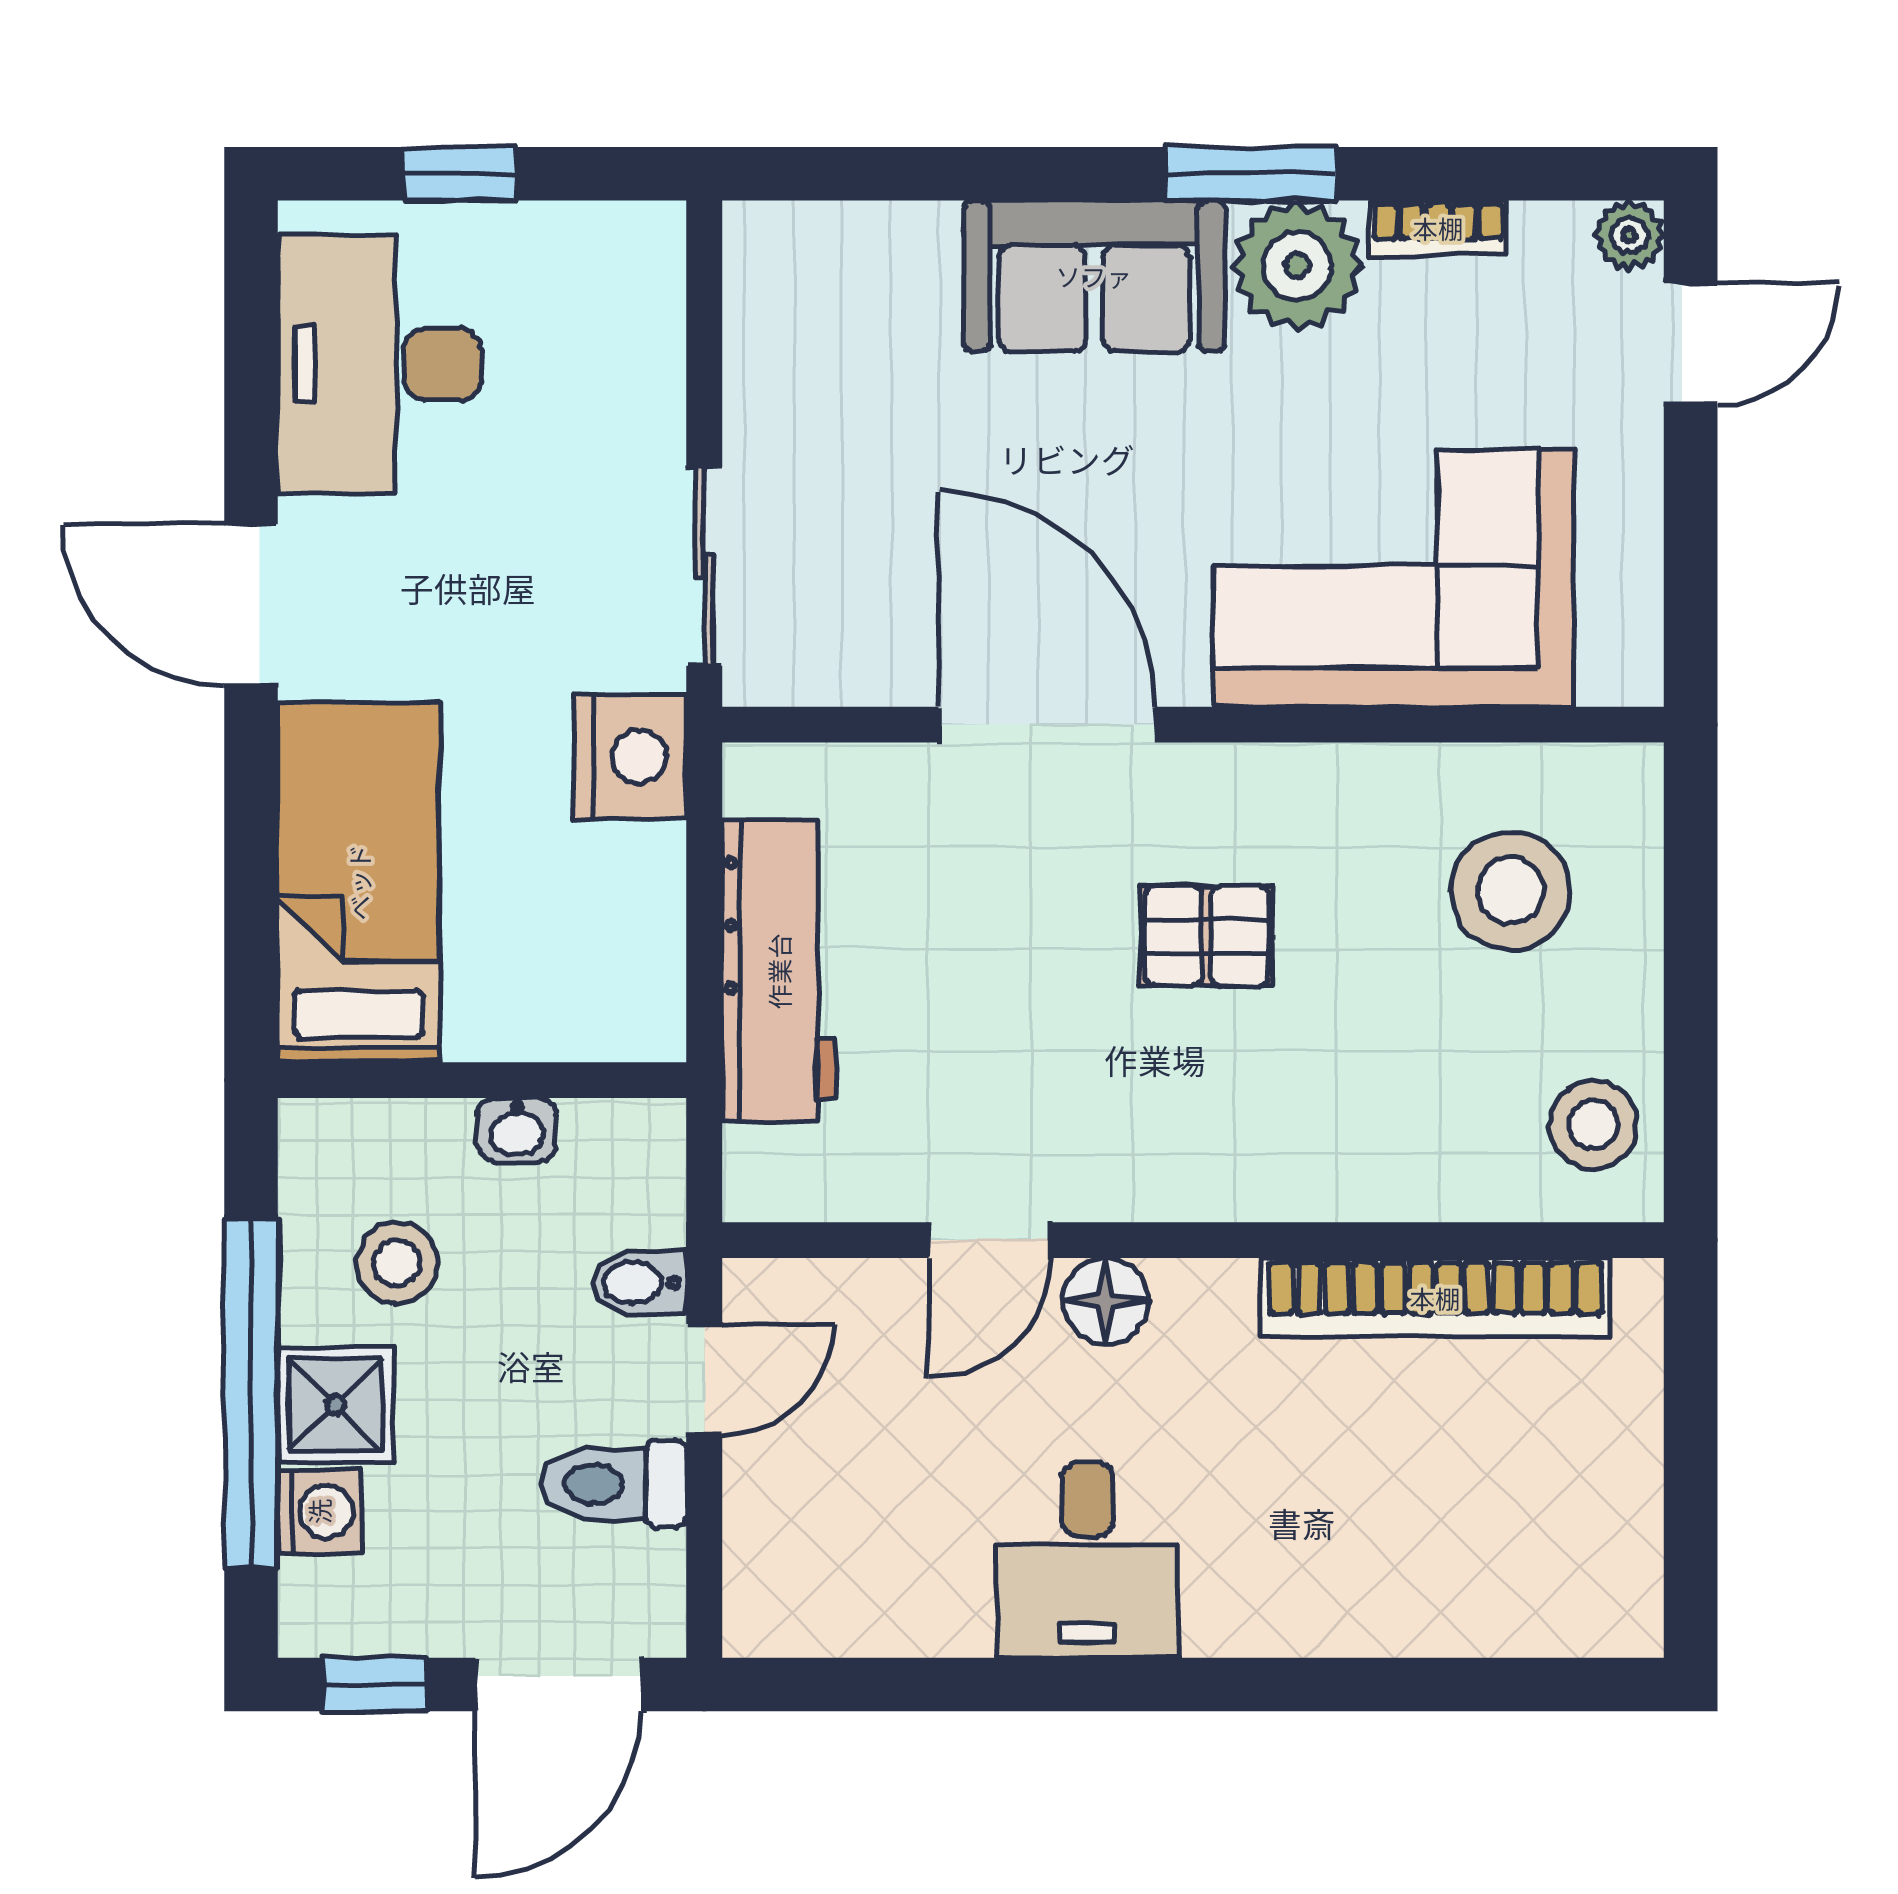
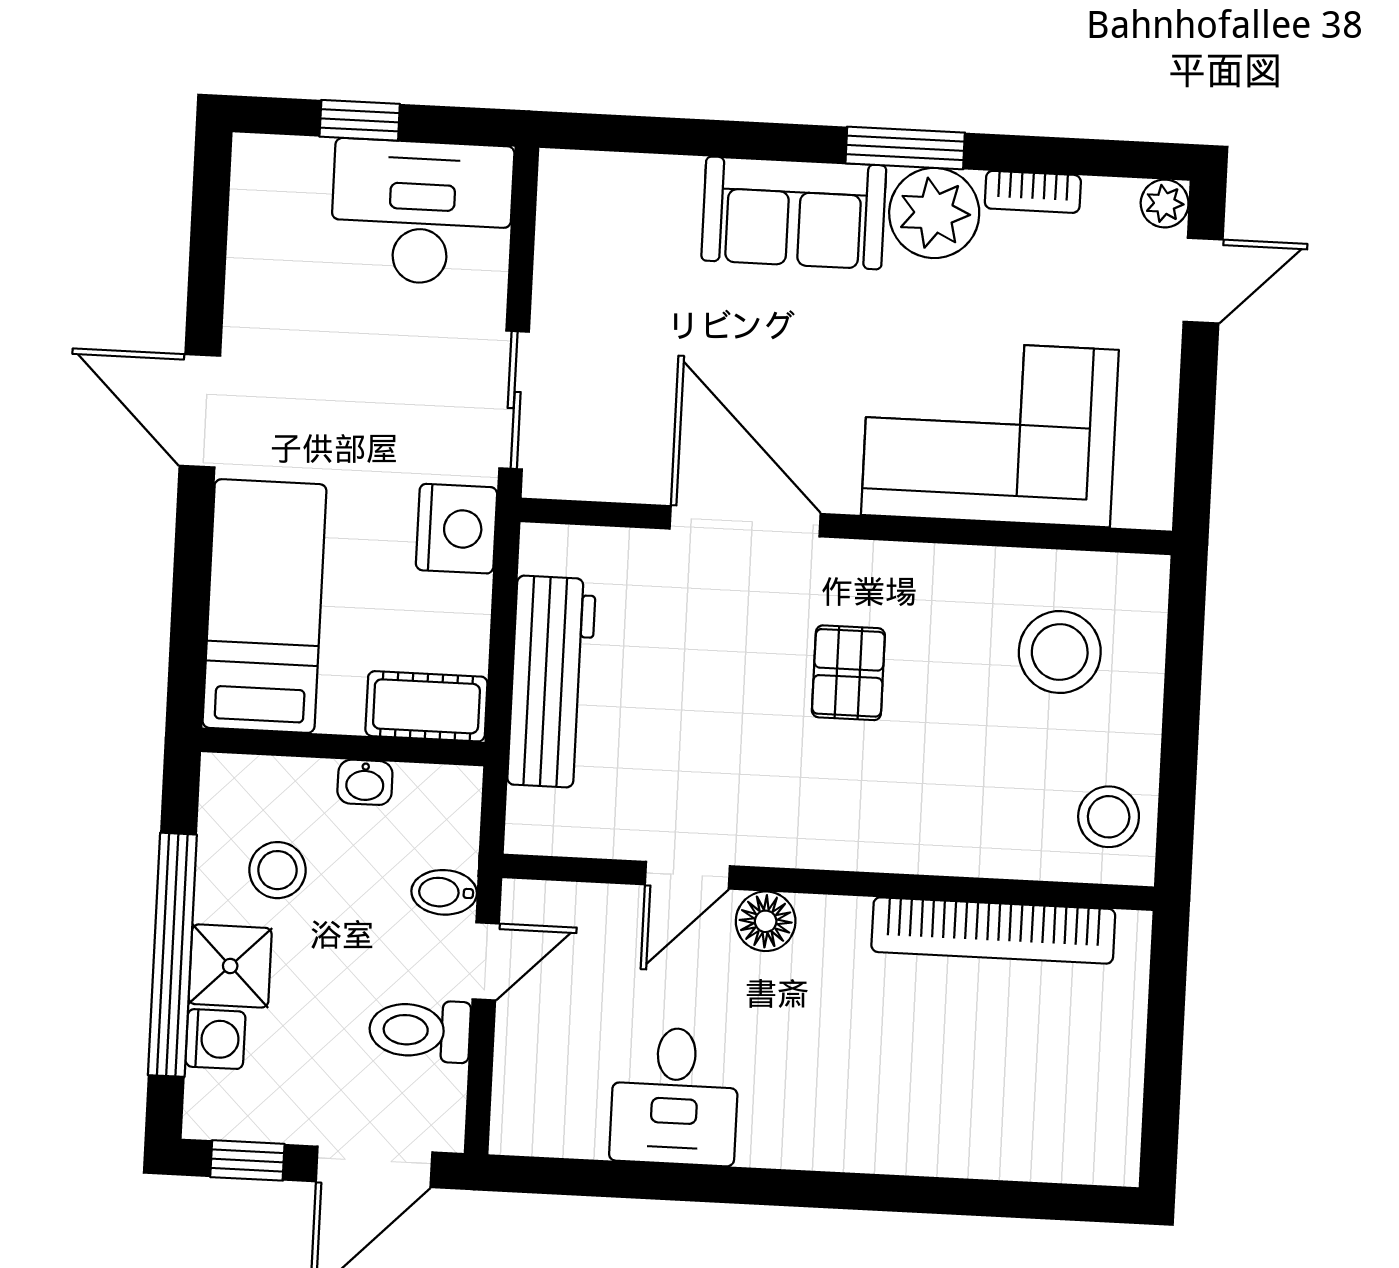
desk: (379, 364) -> (422, 212), moved, turned 90
pallet: (1207, 936) -> (848, 673), turned 90
cot: (600, 1015) -> (426, 706), added
desk: (1087, 1560) -> (675, 1096), moved

